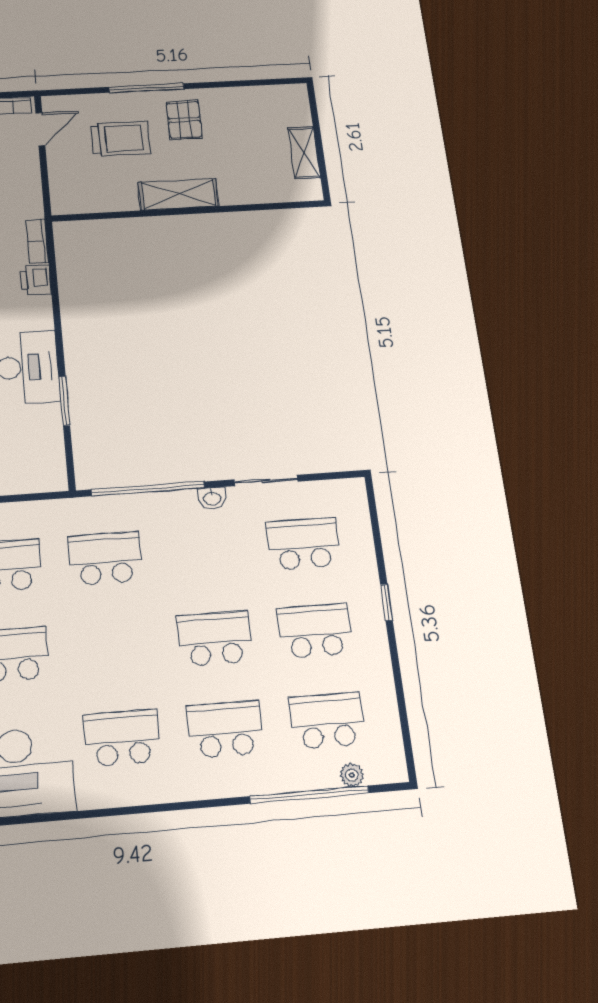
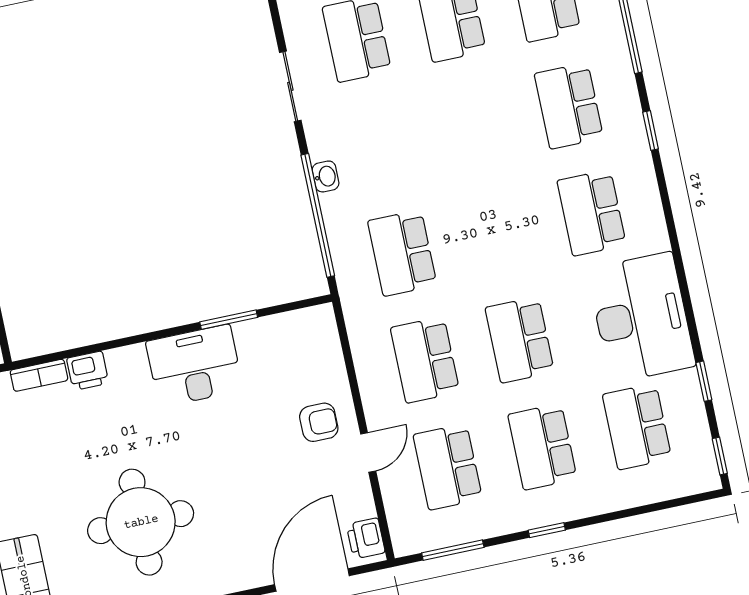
washbasin: (212, 498) -> (326, 176), moved
school desk: (215, 639) -> (474, 126), removed
window: (194, 805) -> (651, 130), added

